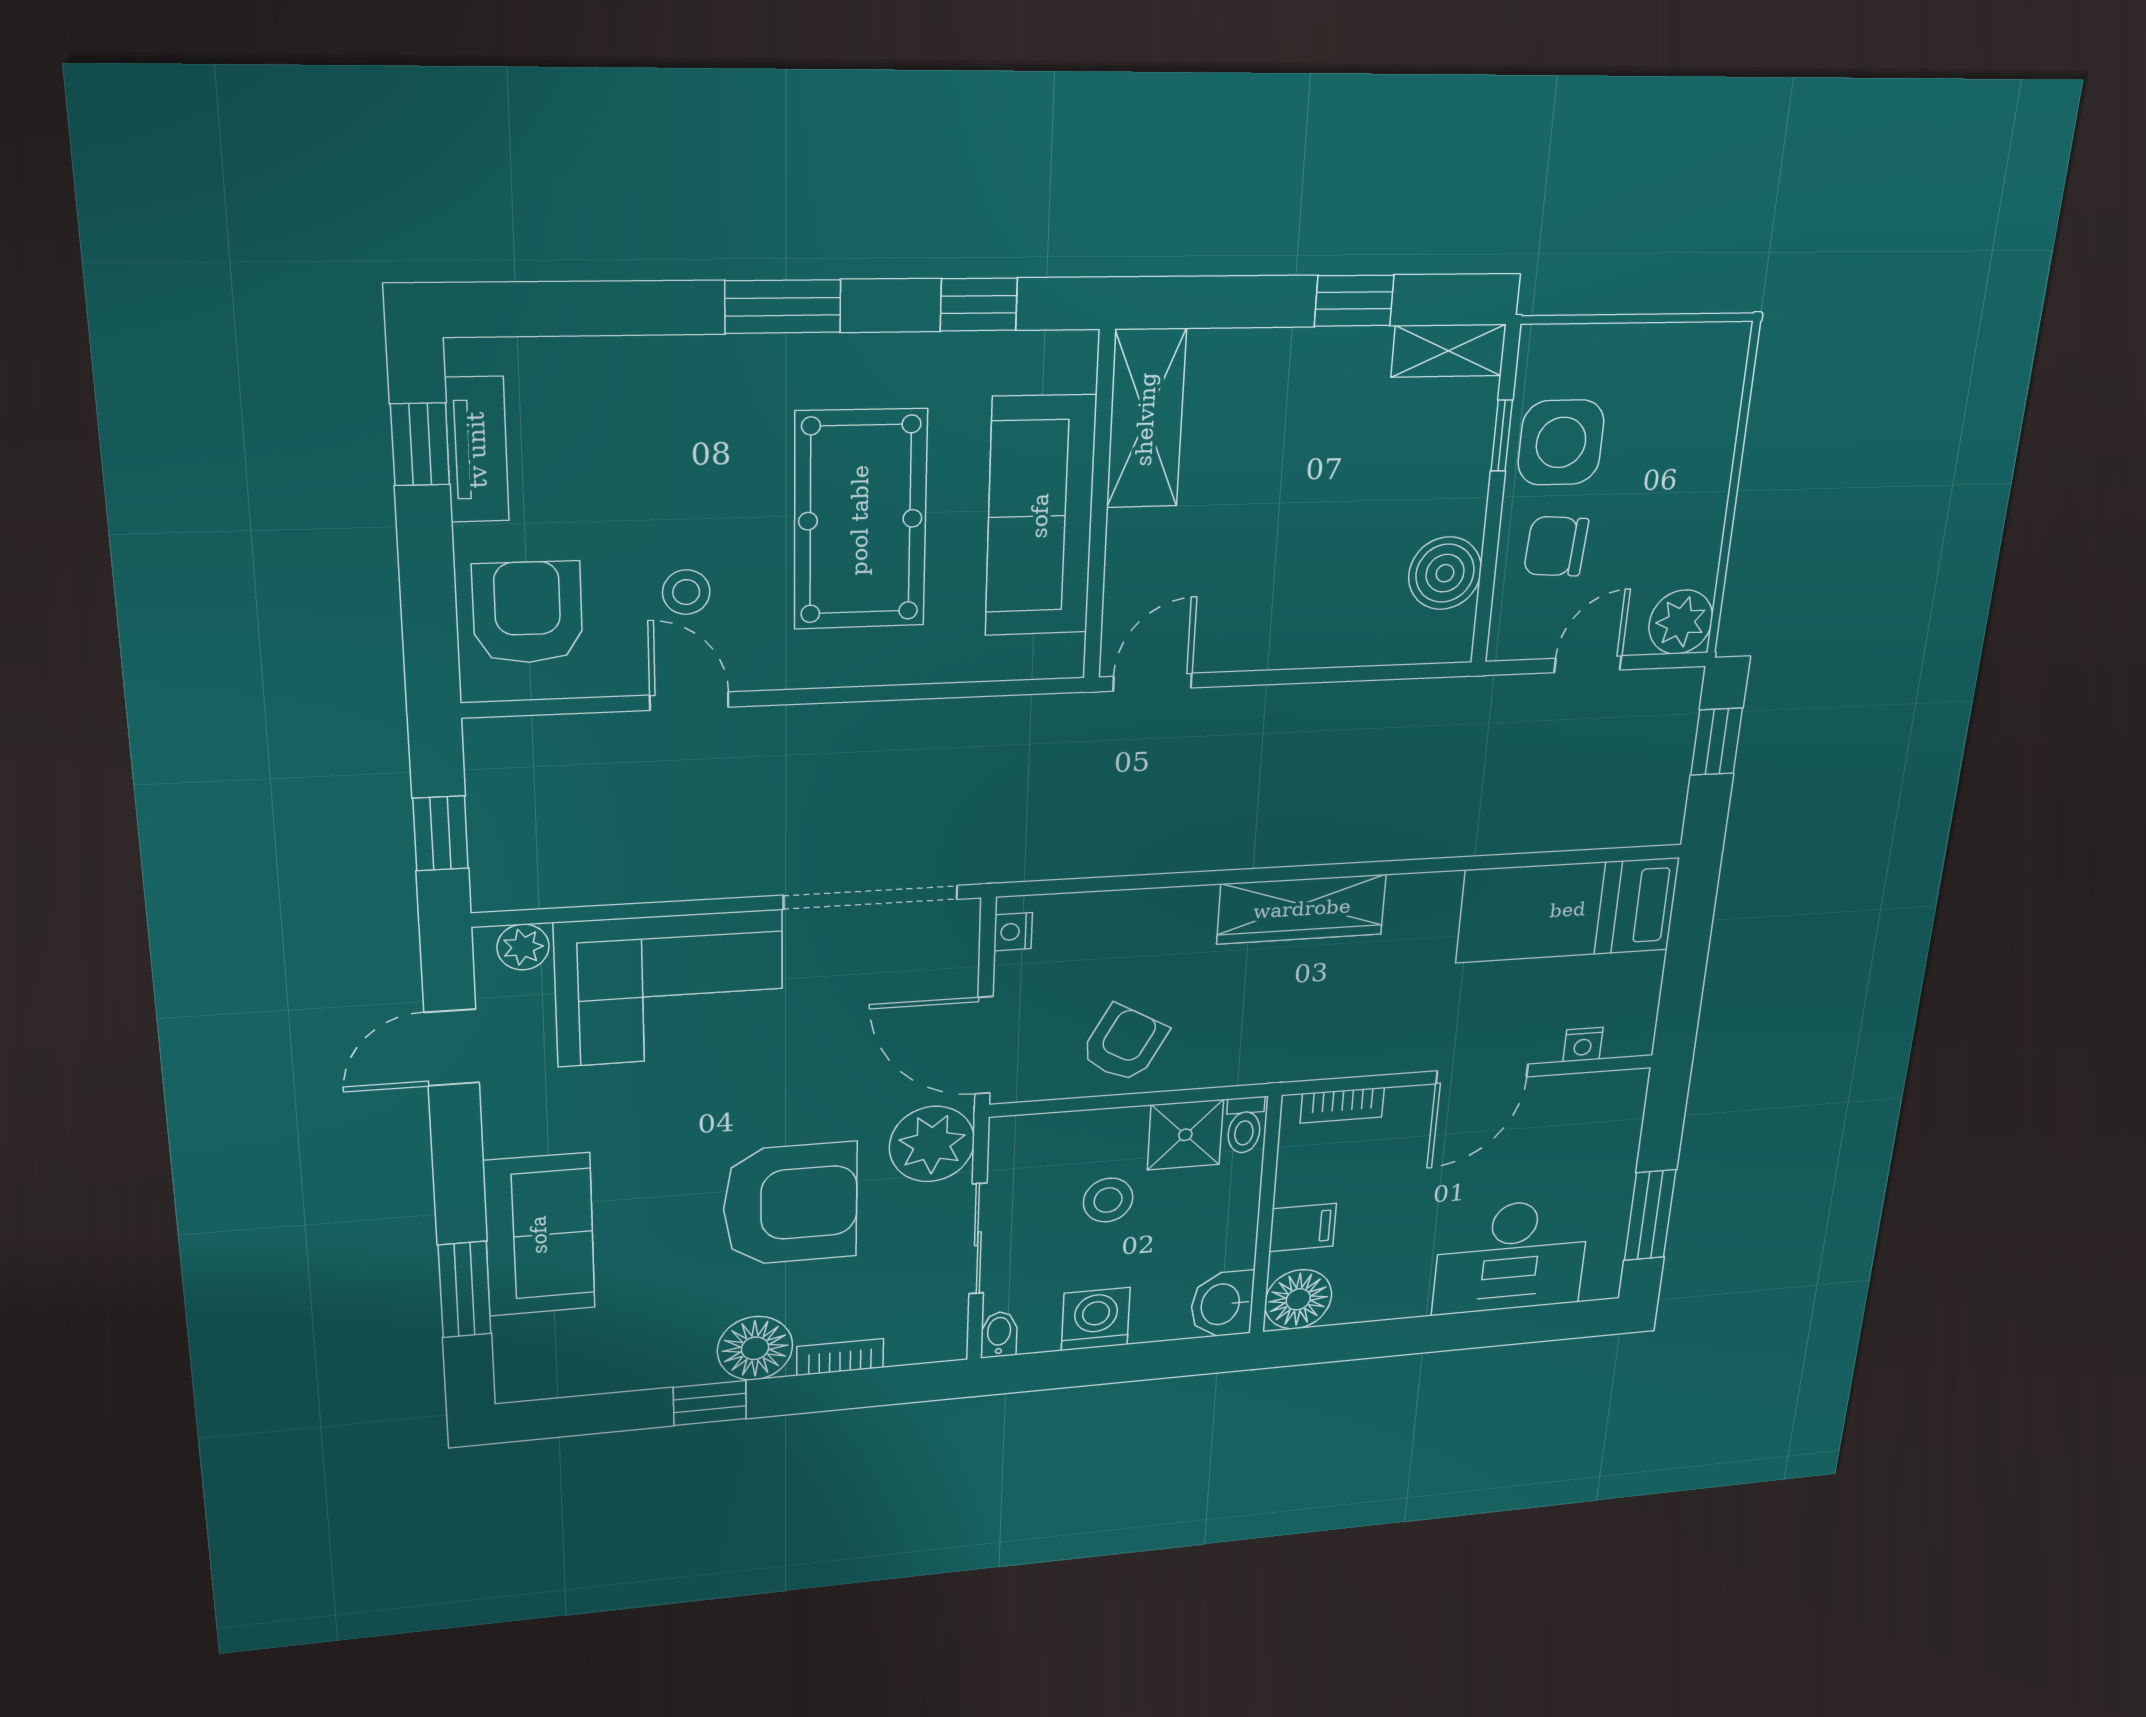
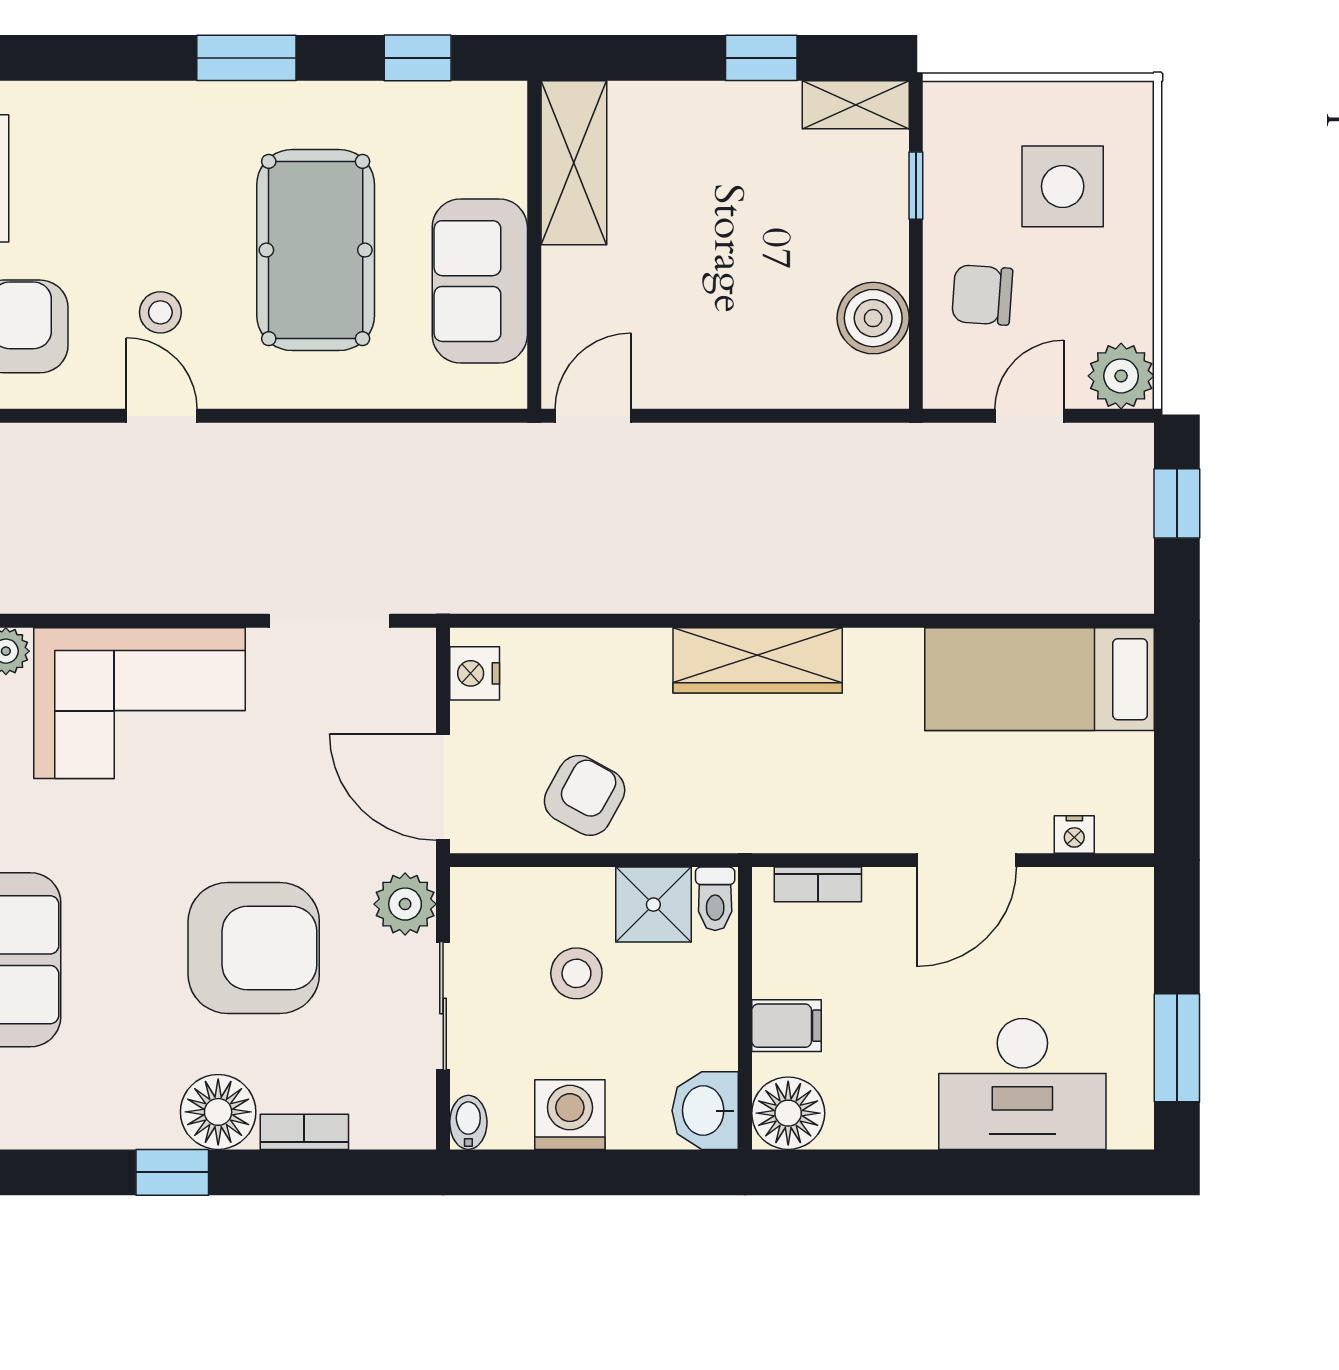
side table: (1561, 442) -> (1063, 186), moved
sofa: (1040, 516) -> (480, 281), width x0.73
doorway: (871, 897) -> (330, 621), width x0.73
nightstand: (1013, 932) -> (475, 673), width x1.39, depth x1.35
plant: (932, 1144) -> (405, 904), width x0.73, depth x0.73

